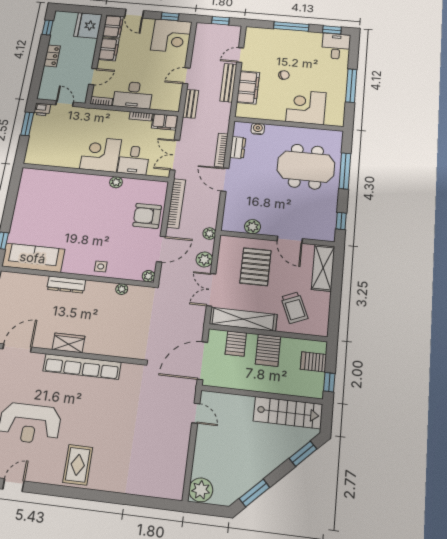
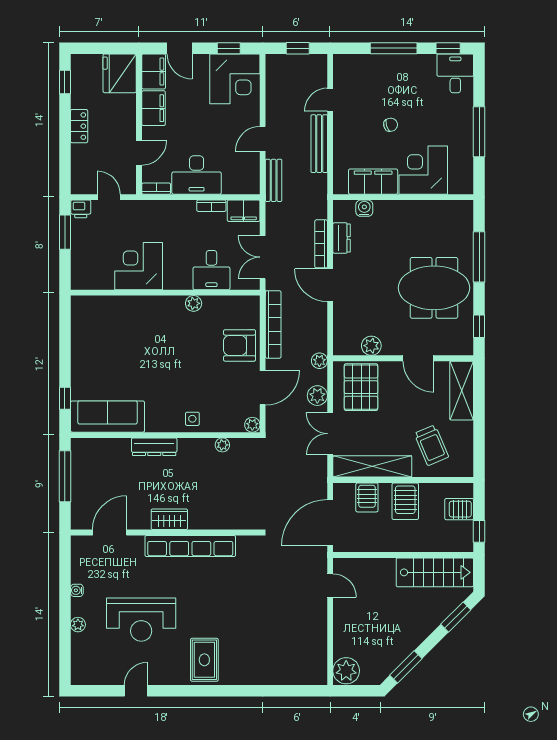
filing cabinet: (248, 87) -> (373, 182), moved, turned -90
corner desk: (101, 154) -> (139, 266), moved
meeting table: (306, 167) -> (434, 288), moved
pallet: (255, 267) -> (361, 387), moved

